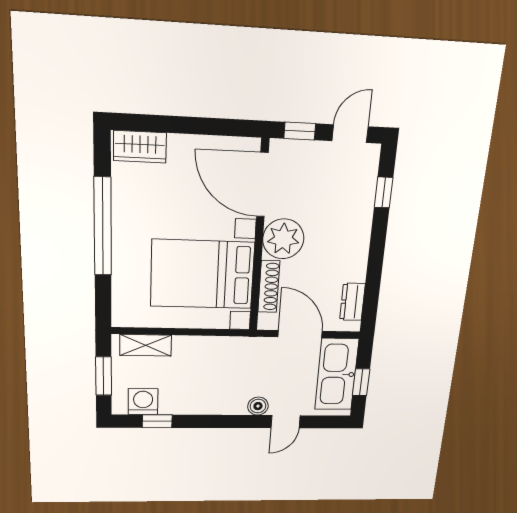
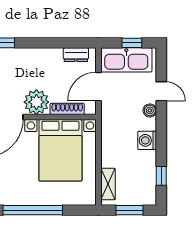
washing machine: (143, 402) -> (147, 140), moved

